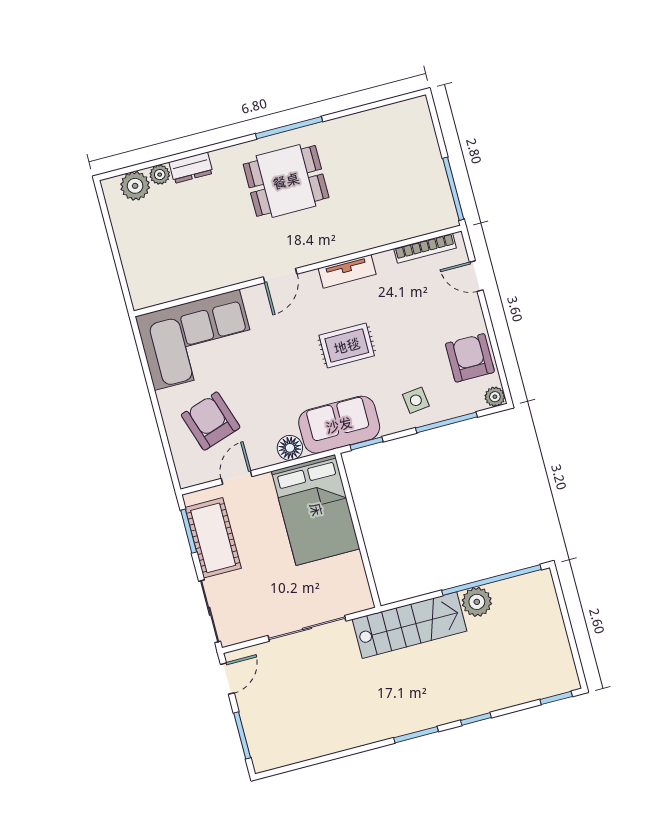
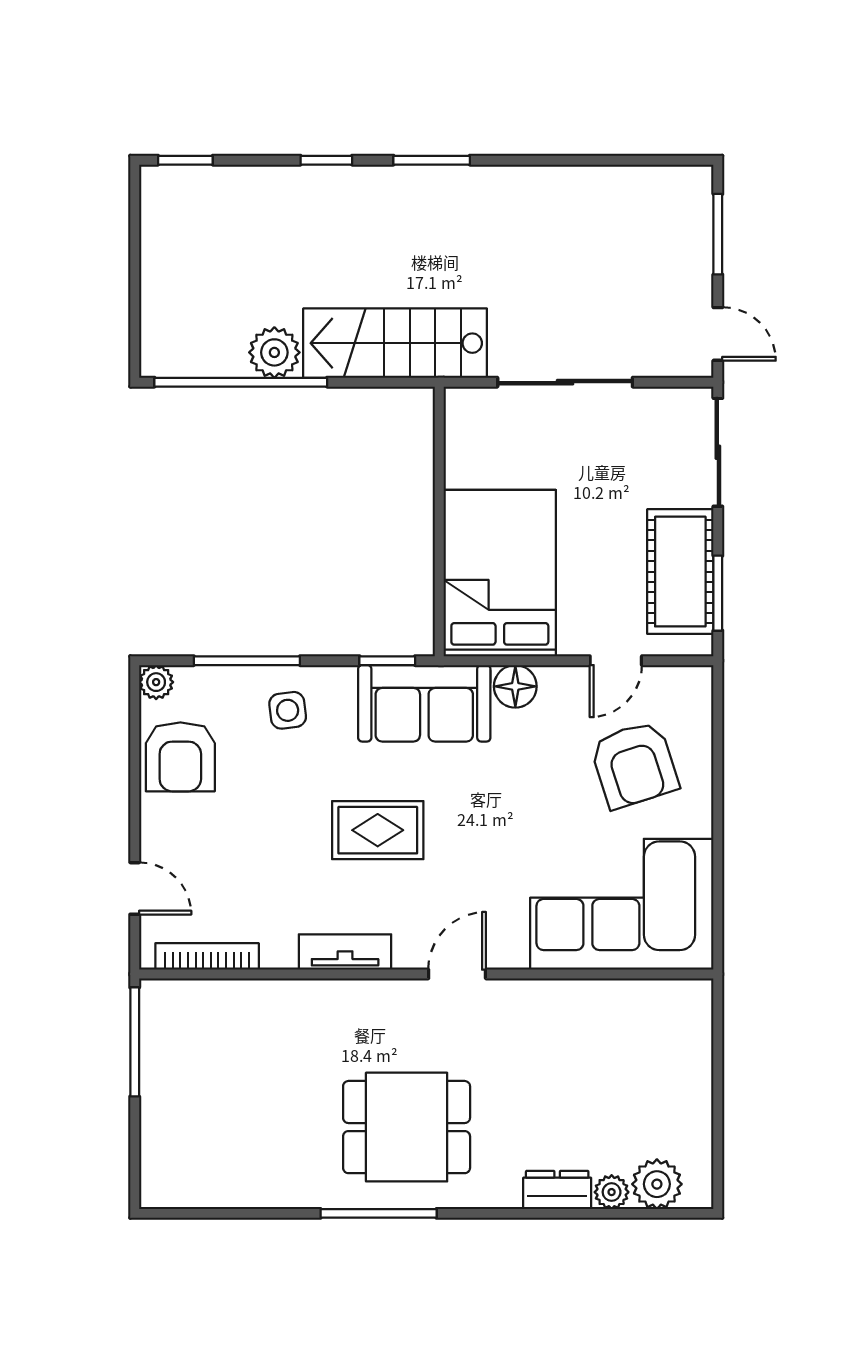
door: (227, 679) -> (718, 334), swing flipped

